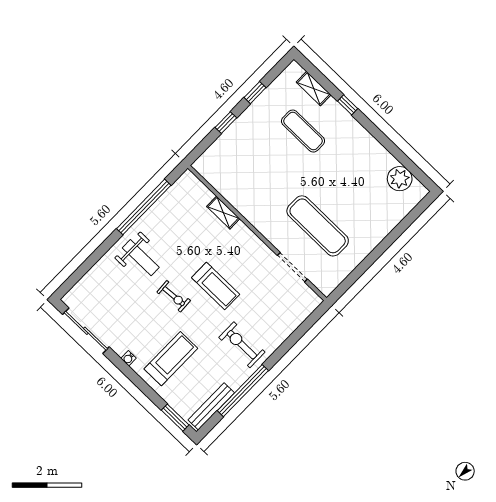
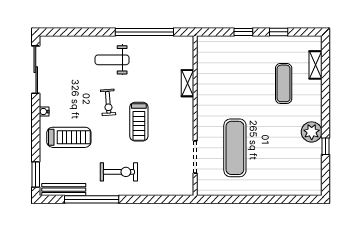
window: (348, 105) -> (325, 146), moved
plant: (400, 179) -> (312, 132), moved
weight bench: (141, 258) -> (112, 60), turned 90
exercise bike: (242, 345) -> (119, 172), turned 90

